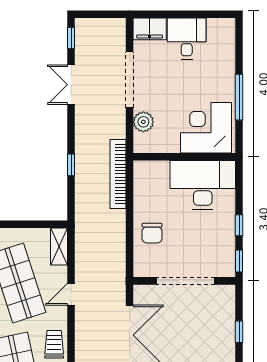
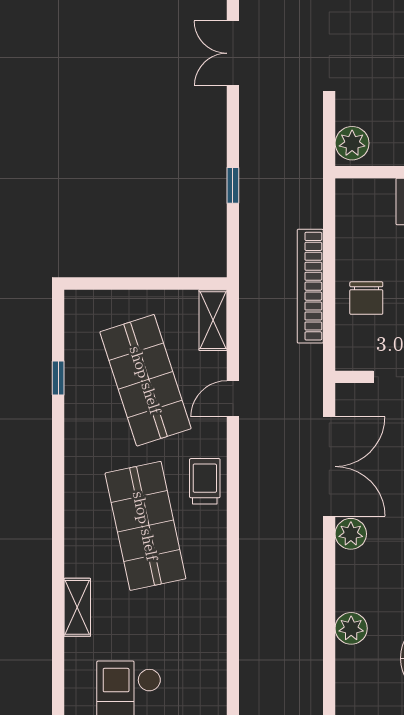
plant: (143, 122) -> (352, 143), moved
bookcase: (118, 174) -> (310, 286), moved

